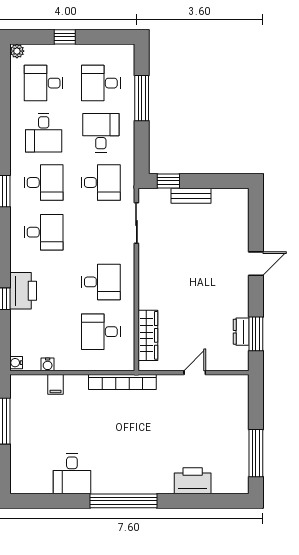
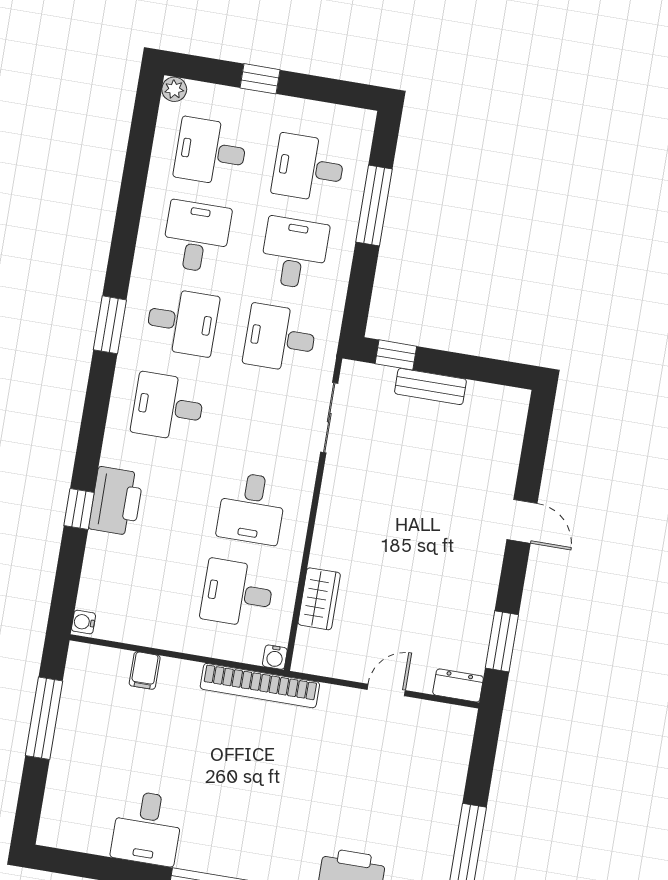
desk: (44, 133) -> (196, 237), turned 180
desk: (101, 182) -> (280, 338), turned 180
desk: (44, 232) -> (168, 407), turned 180
door: (256, 264) -> (522, 521), hinge flipped
desk: (101, 282) -> (252, 508), turned 90
dresser: (241, 332) -> (458, 685), moved, turned 90
wardrobe: (148, 335) -> (319, 599), width x0.67
water cooler: (48, 364) -> (275, 657), moved

